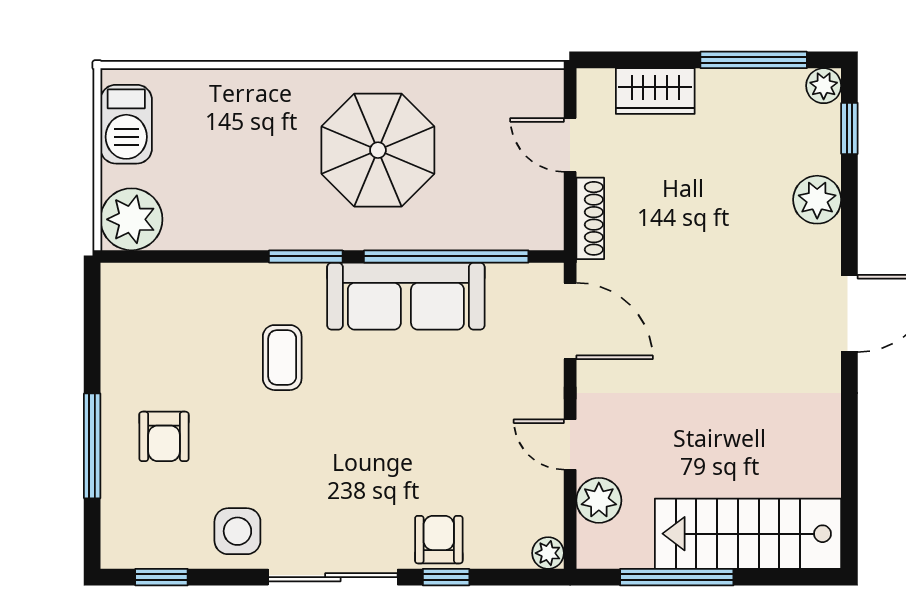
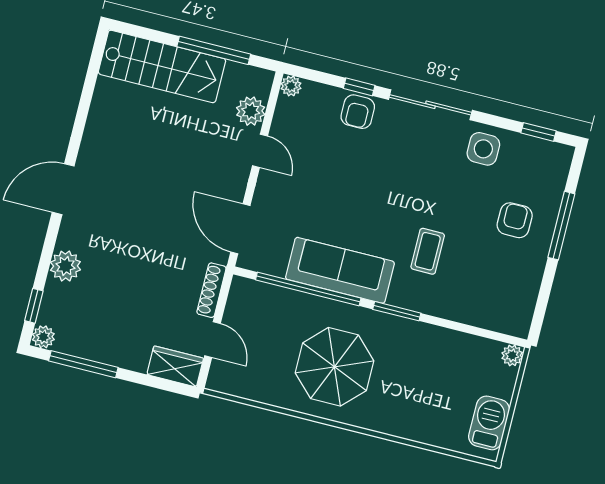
wardrobe: (655, 91) -> (175, 366), moved
plant: (131, 219) -> (512, 355), width x0.53, depth x0.53

